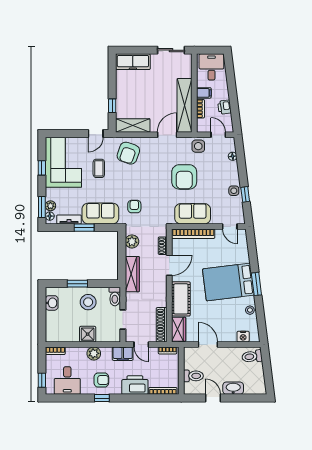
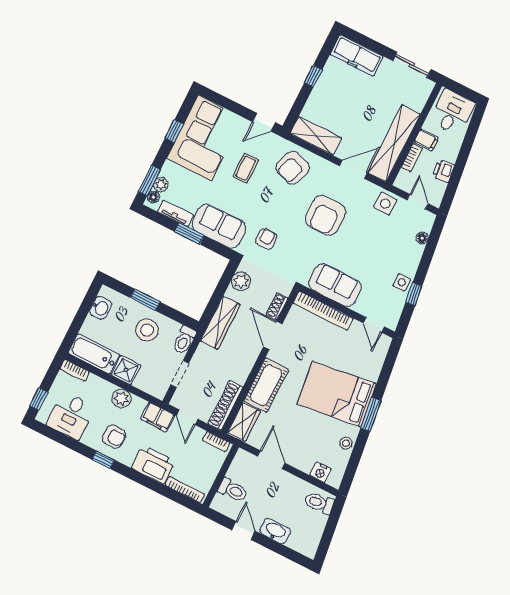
window: (112, 106) -> (313, 76), moved
armchair: (184, 177) -> (326, 215), moved
door: (169, 265) -> (273, 335), swing flipped
bathtub: (62, 334) -> (94, 354), added

